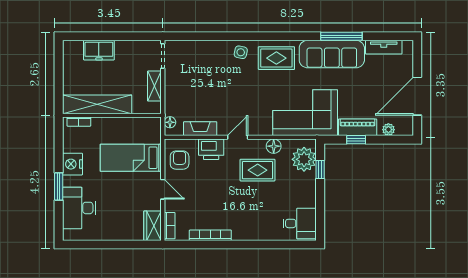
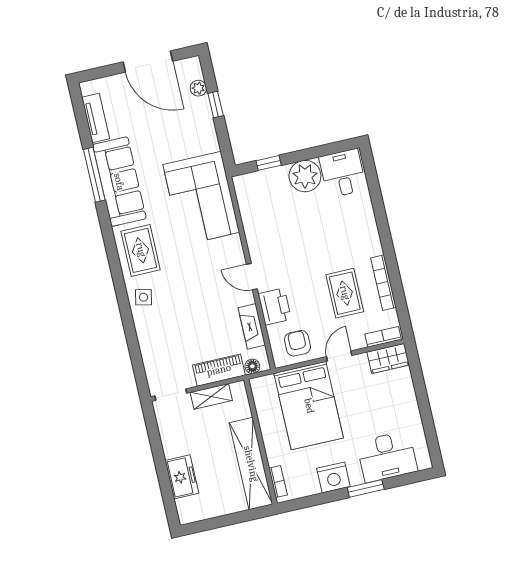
piano: (358, 127) -> (219, 370), moved, turned 90
window: (356, 140) -> (216, 104), moved
floor lamp: (274, 146) -> (253, 228), removed
bed: (131, 158) -> (309, 406), width x1.50
plant: (304, 159) -> (305, 176), moved
armchair: (180, 160) -> (297, 343), turned 90
rug: (258, 170) -> (345, 293), moved

